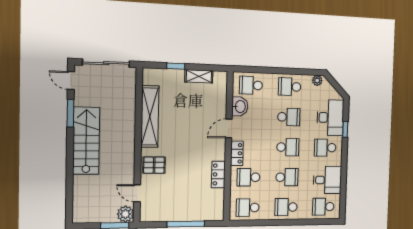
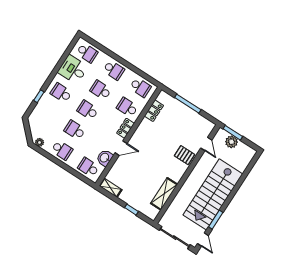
shelving: (199, 76) -> (111, 188), moved
school desk: (251, 85) -> (88, 167), turned 180
shelving: (150, 117) -> (164, 194), width x0.68
desk: (330, 118) -> (45, 111), removed
stairs: (86, 141) -> (213, 194), width x1.36, depth x1.51
school desk: (325, 148) -> (61, 93), turned 180
locker: (218, 174) -> (154, 111), moved
school desk: (248, 177) -> (127, 107), turned 180
plant: (125, 214) -> (231, 142), moved

